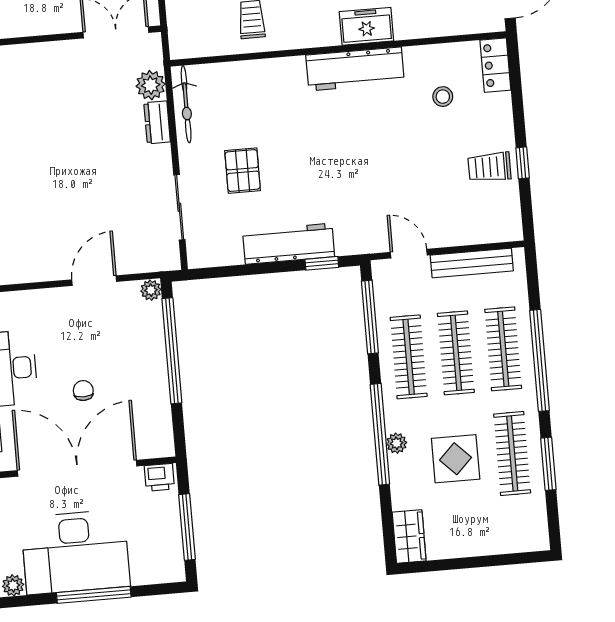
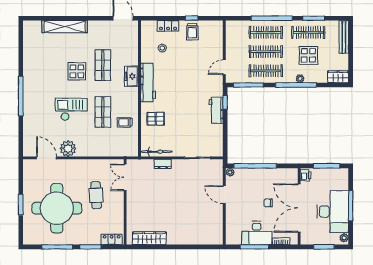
locker: (495, 65) -> (168, 26), moved
plant: (151, 85) -> (148, 165), removed
pallet: (243, 171) -> (156, 119), moved
workbench: (289, 244) -> (216, 110), width x0.73
bench: (472, 263) -> (344, 37), moved

